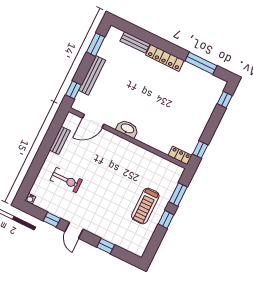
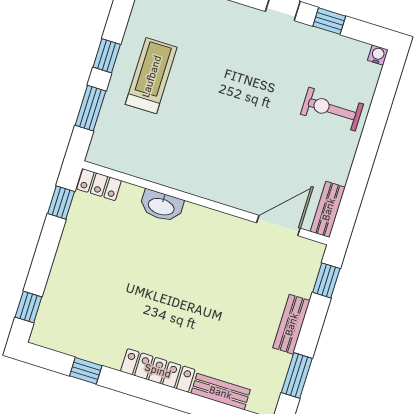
window: (201, 63) -> (86, 371), width x0.46
bench: (92, 75) -> (291, 324), width x0.73
washbasin: (127, 129) -> (161, 206), moved
bench: (60, 140) -> (328, 209), moved
exercise bike: (66, 180) -> (332, 109), moved

